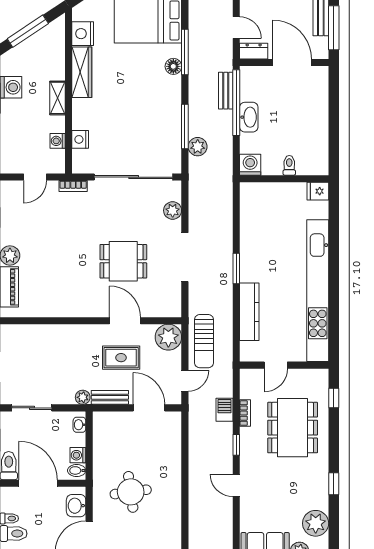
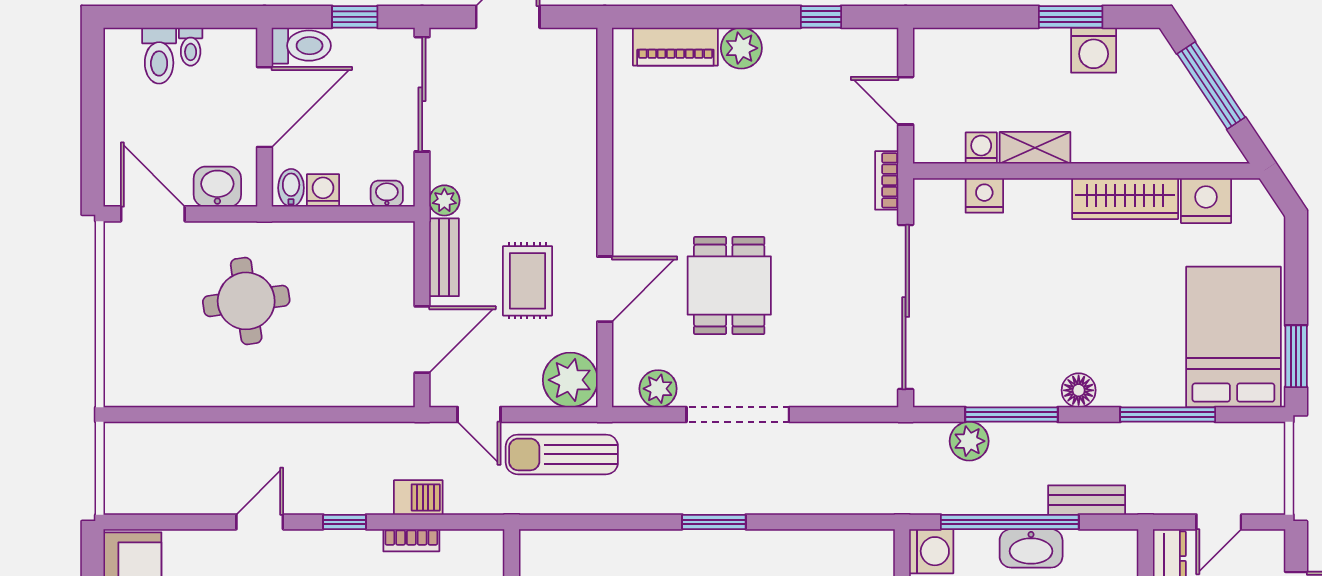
floor lamp: (173, 66) -> (1079, 390), moved
shelving: (58, 98) -> (1035, 148), moved
window: (236, 103) -> (1010, 522), moved
plant: (173, 210) -> (658, 389), moved
kitchen counter: (249, 312) -> (624, 549), removed
sliding door: (32, 408) -> (422, 94), width x1.37

